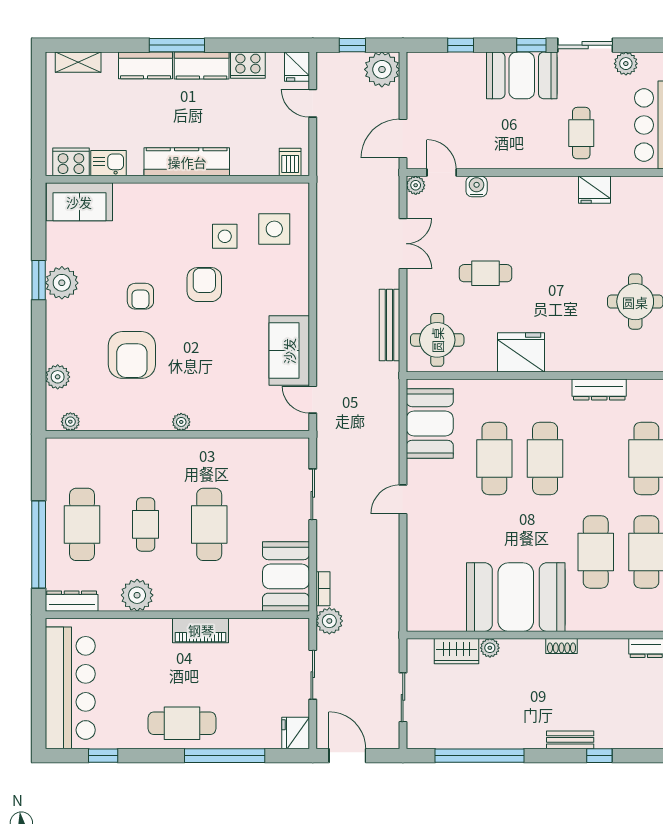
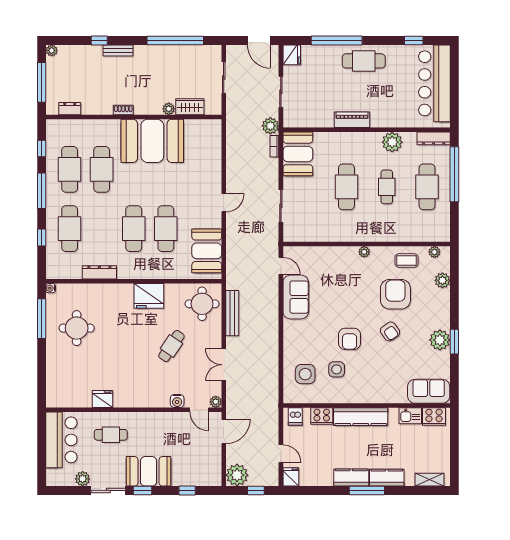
cooker: (248, 65) -> (322, 416), moved, turned 180
cafe table: (581, 133) -> (111, 435), turned 90
cafe table: (486, 273) -> (171, 346), turned -56
armchair: (140, 296) -> (390, 331), turned 145
coffee table: (114, 408) -> (406, 260), added

